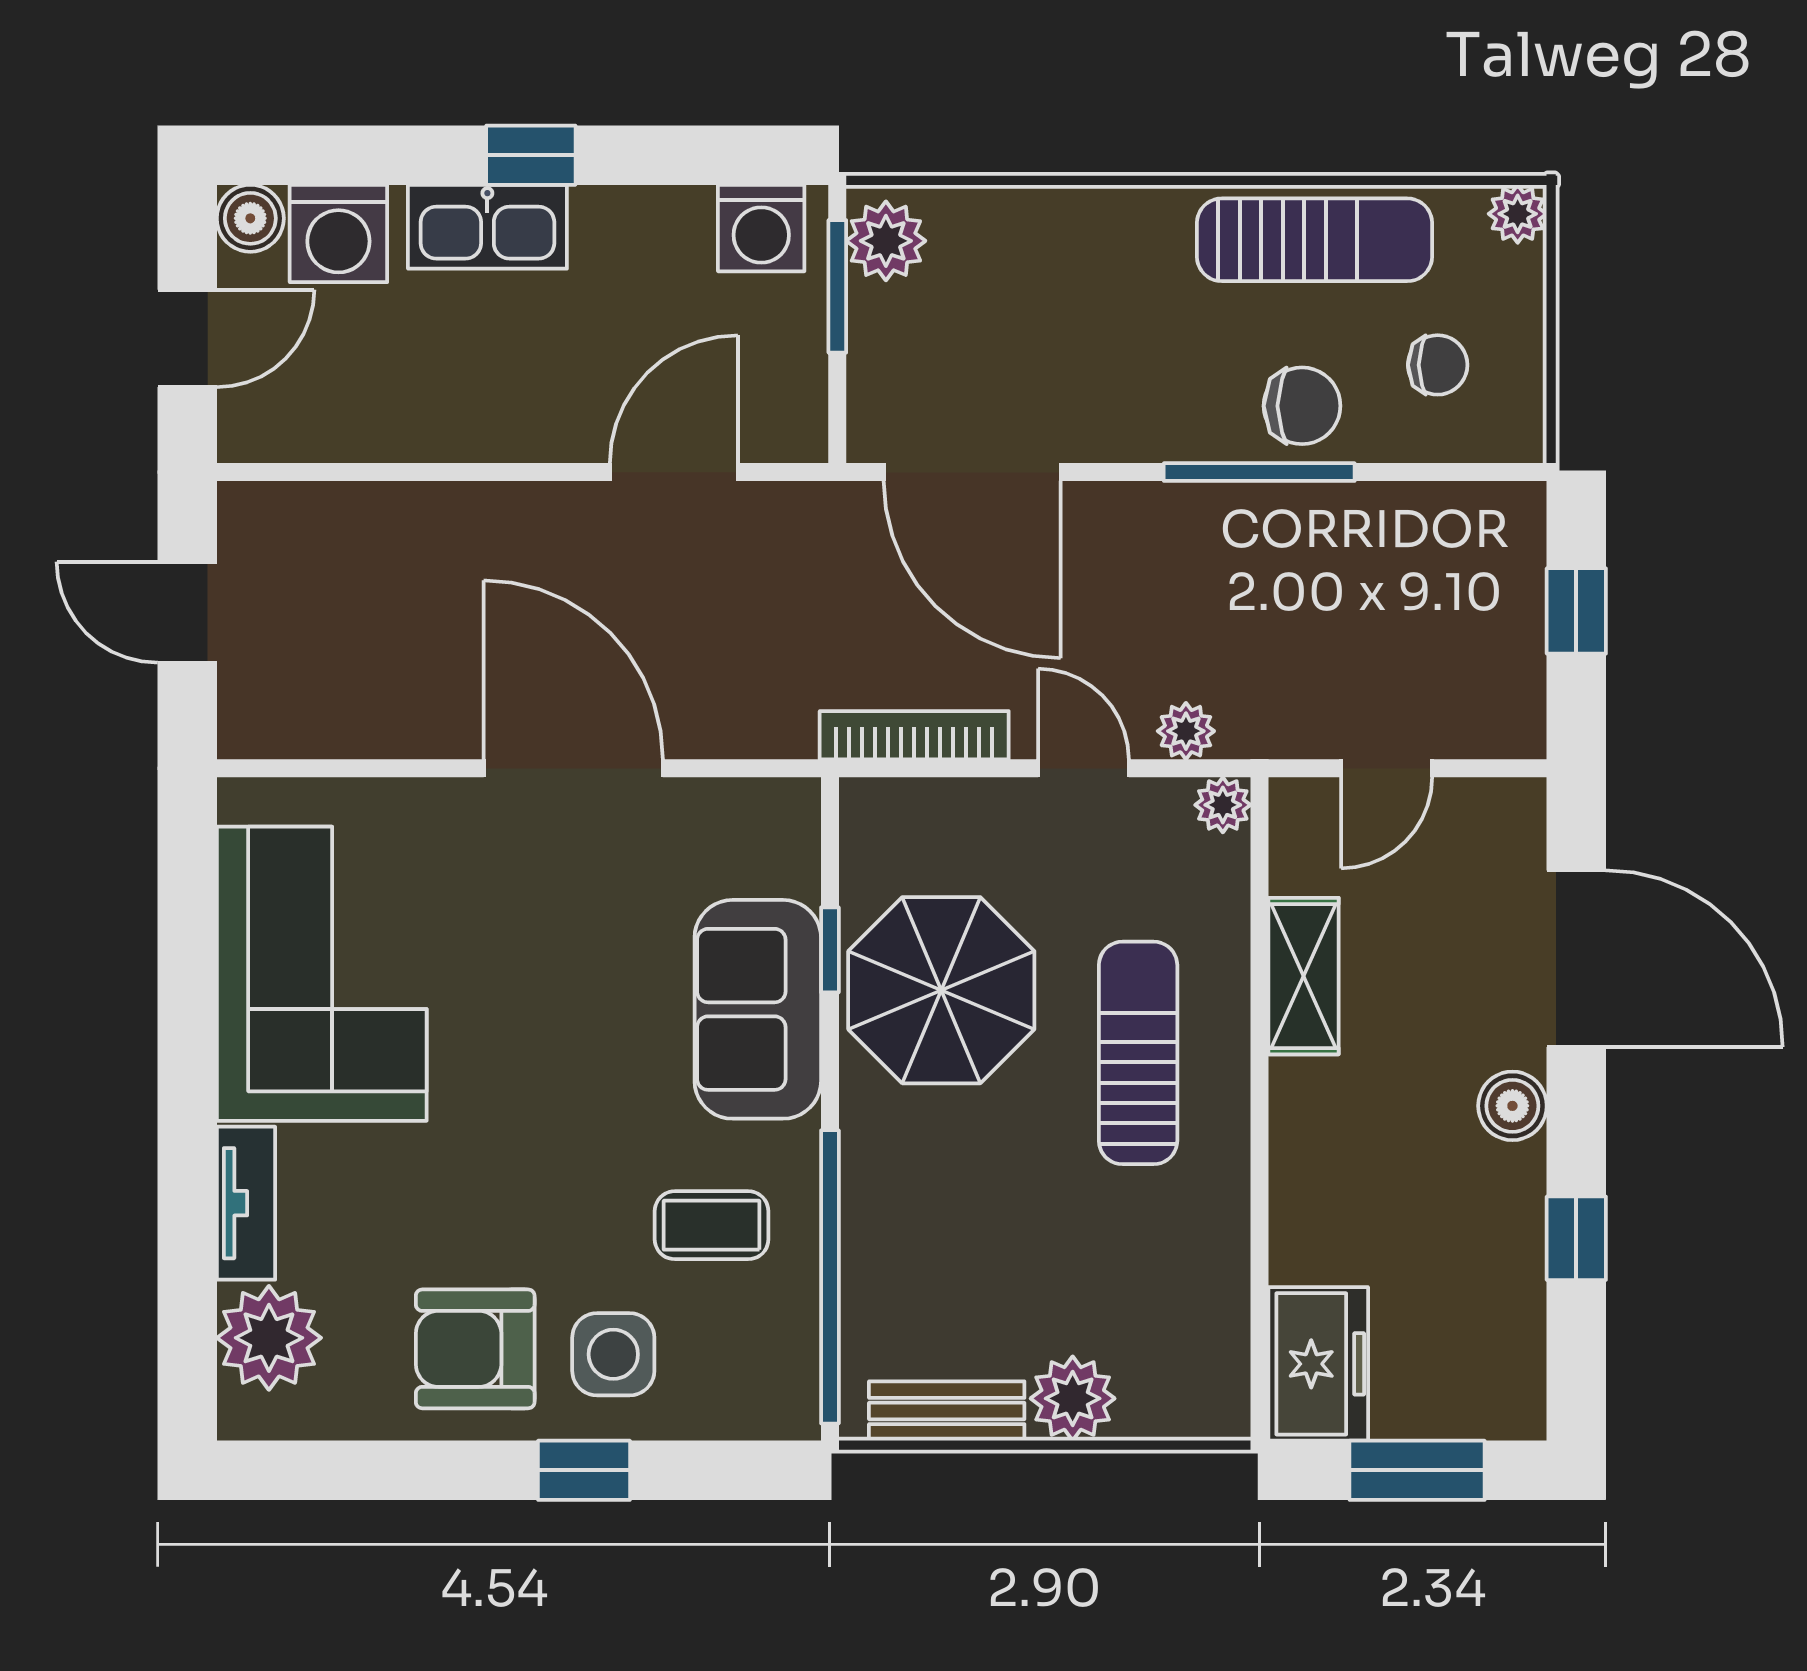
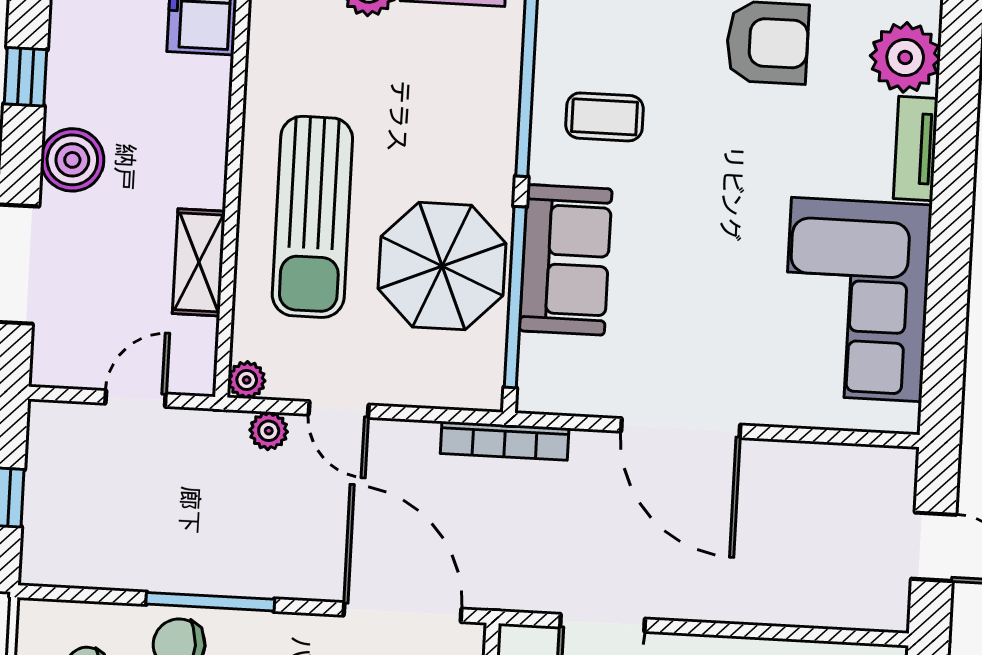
bookcase: (914, 735) -> (505, 441), moved
window: (830, 950) -> (515, 297), width x3.17
sun lounger: (1138, 1053) -> (312, 217), width x1.36, depth x1.34
boiler: (1512, 1106) -> (72, 160), width x1.36, depth x1.36
side table: (613, 1354) -> (675, 34), removed

